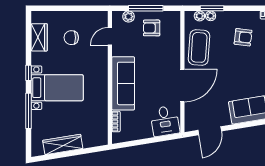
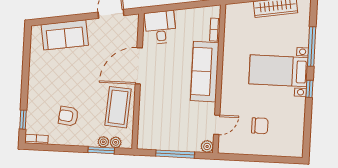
plant: (129, 17) -> (207, 146), moved
armchair: (152, 28) -> (170, 132), removed
wardrobe: (39, 37) -> (295, 128), removed

